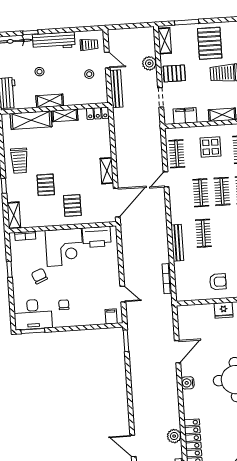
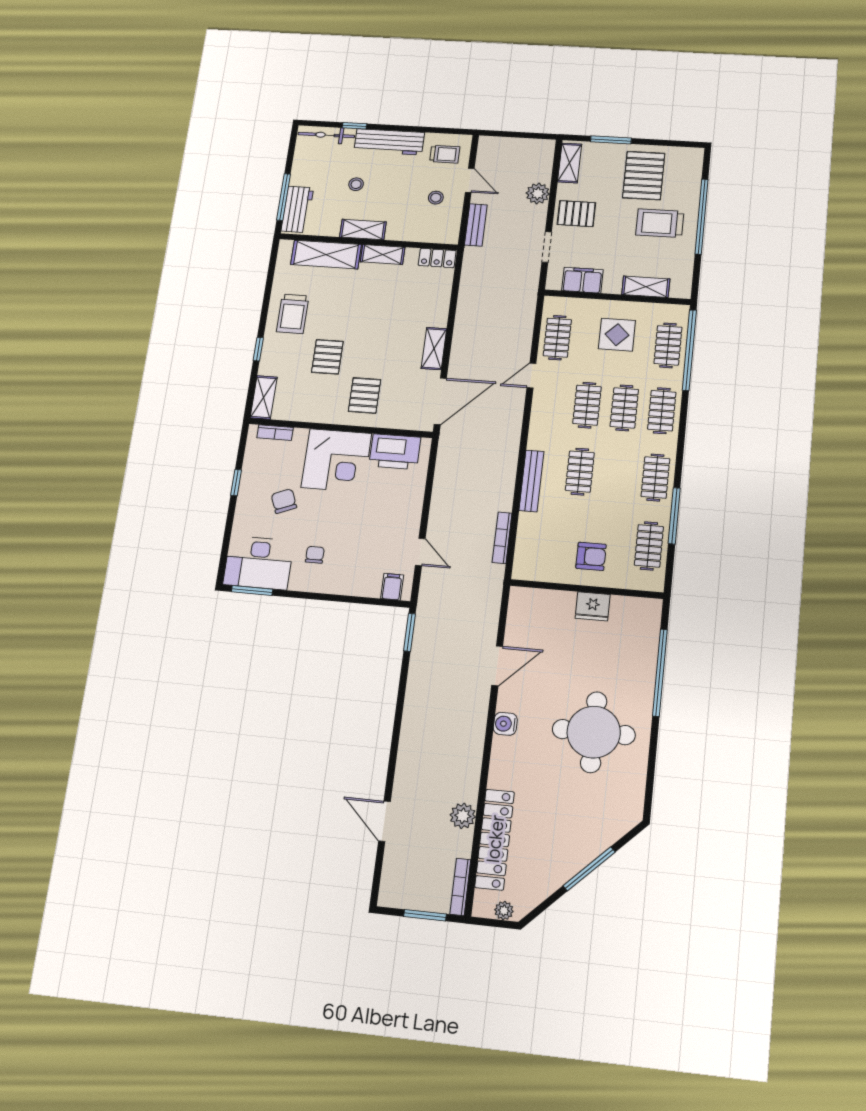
bench: (116, 89) -> (476, 225), width x0.73

